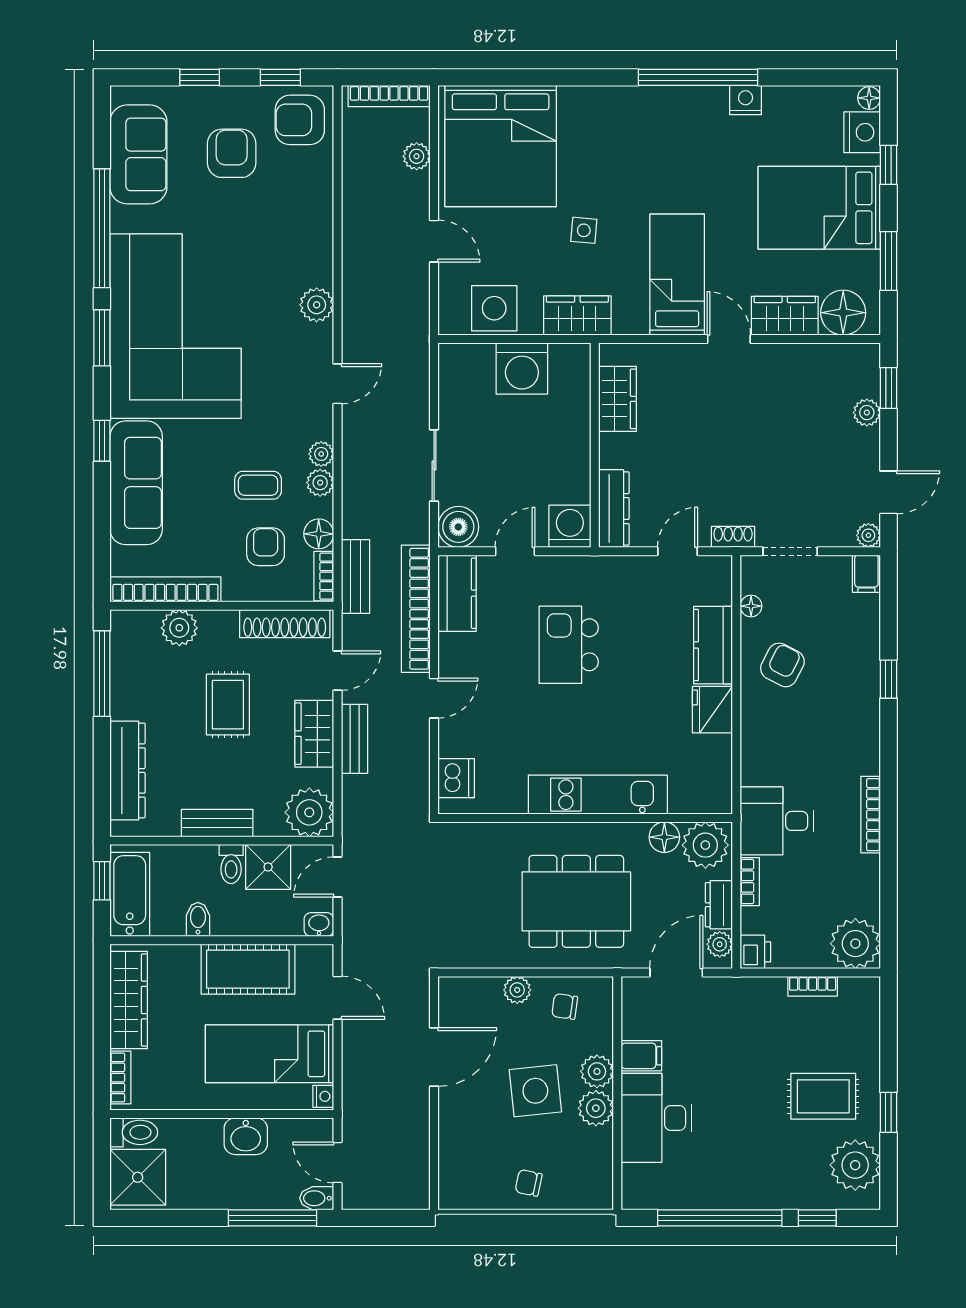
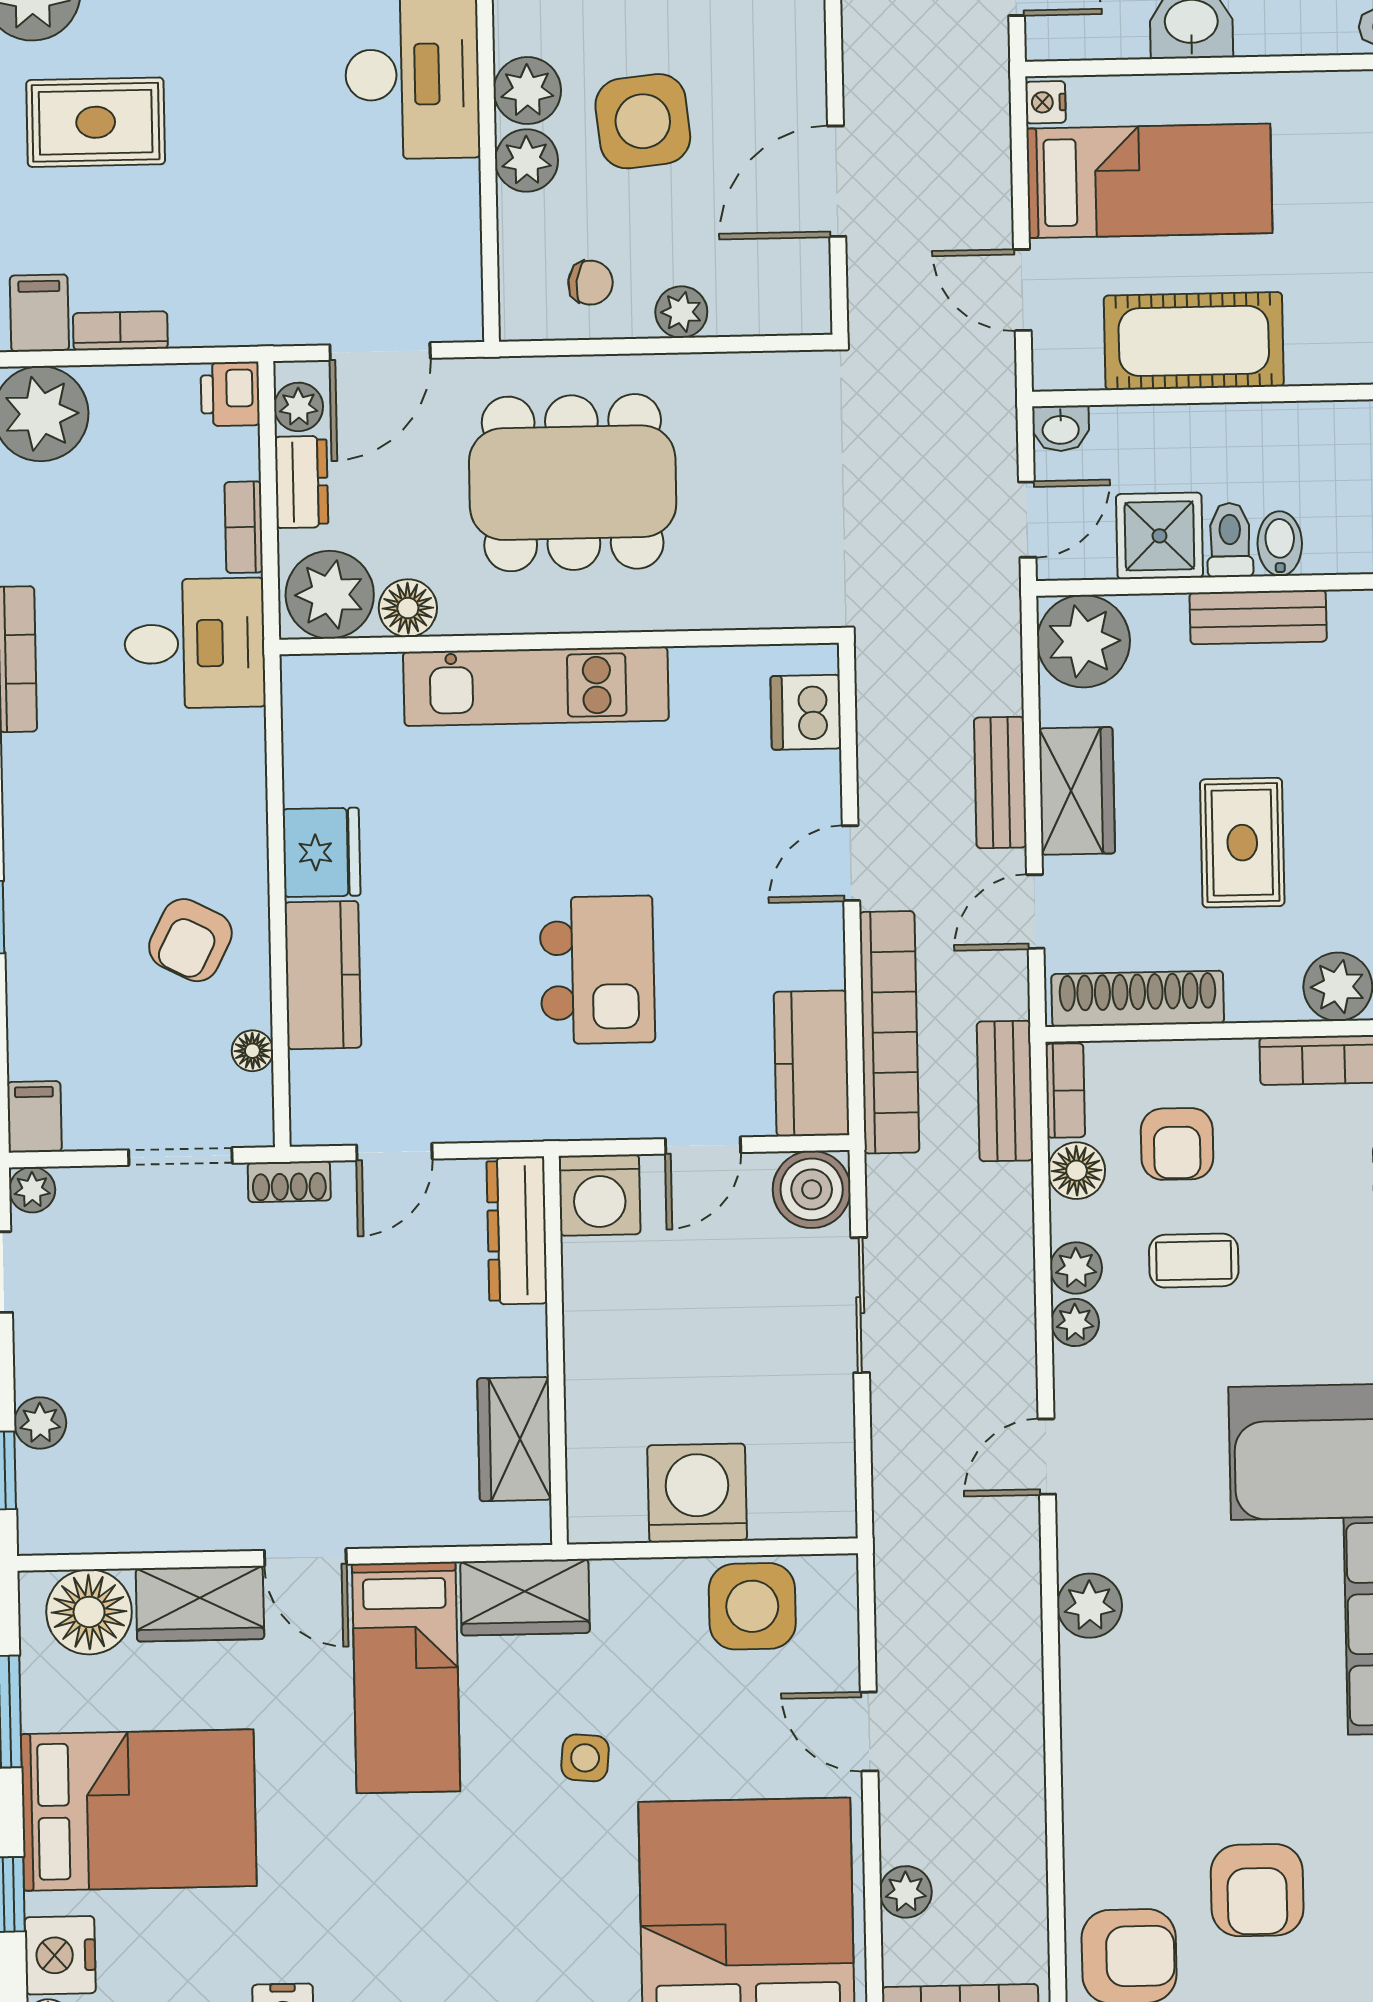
wardrobe: (577, 316) -> (525, 1597), moved
bidet: (198, 919) -> (1280, 544), moved, turned 180
filing cabinet: (641, 1056) -> (39, 313), moved, turned 90

